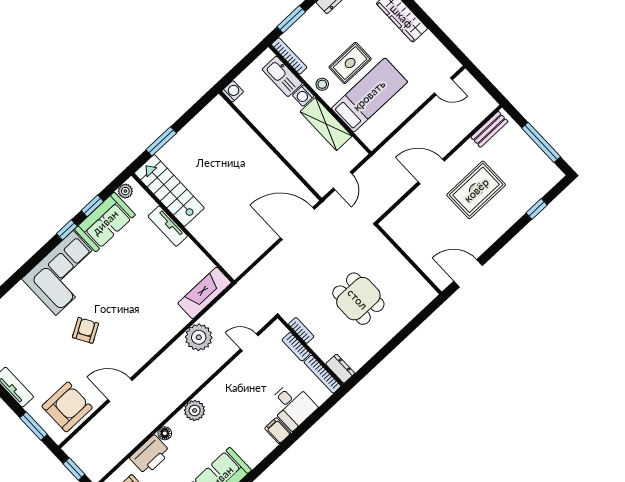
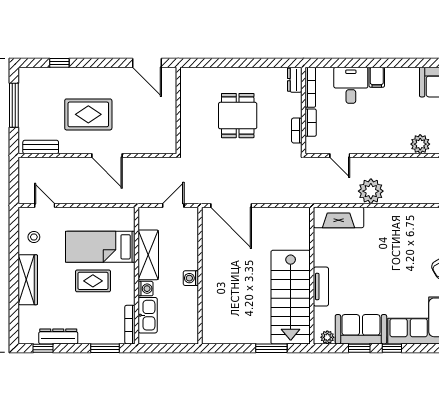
stool: (322, 84) -> (34, 237), moved
washing machine: (233, 91) -> (191, 278), moved
stairs: (169, 191) -> (291, 297), width x1.36, depth x1.51

